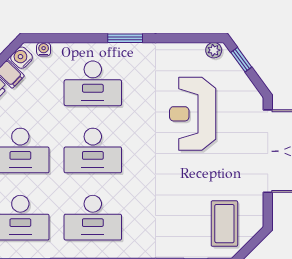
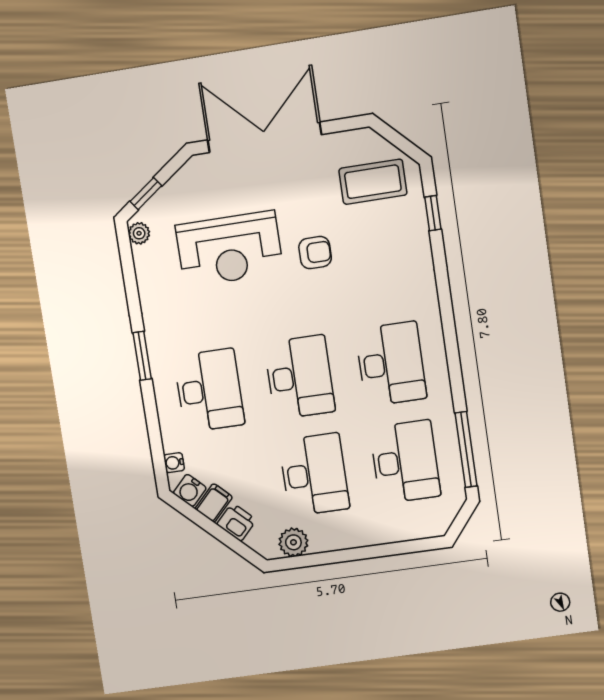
armchair: (181, 175) -> (315, 253), added

